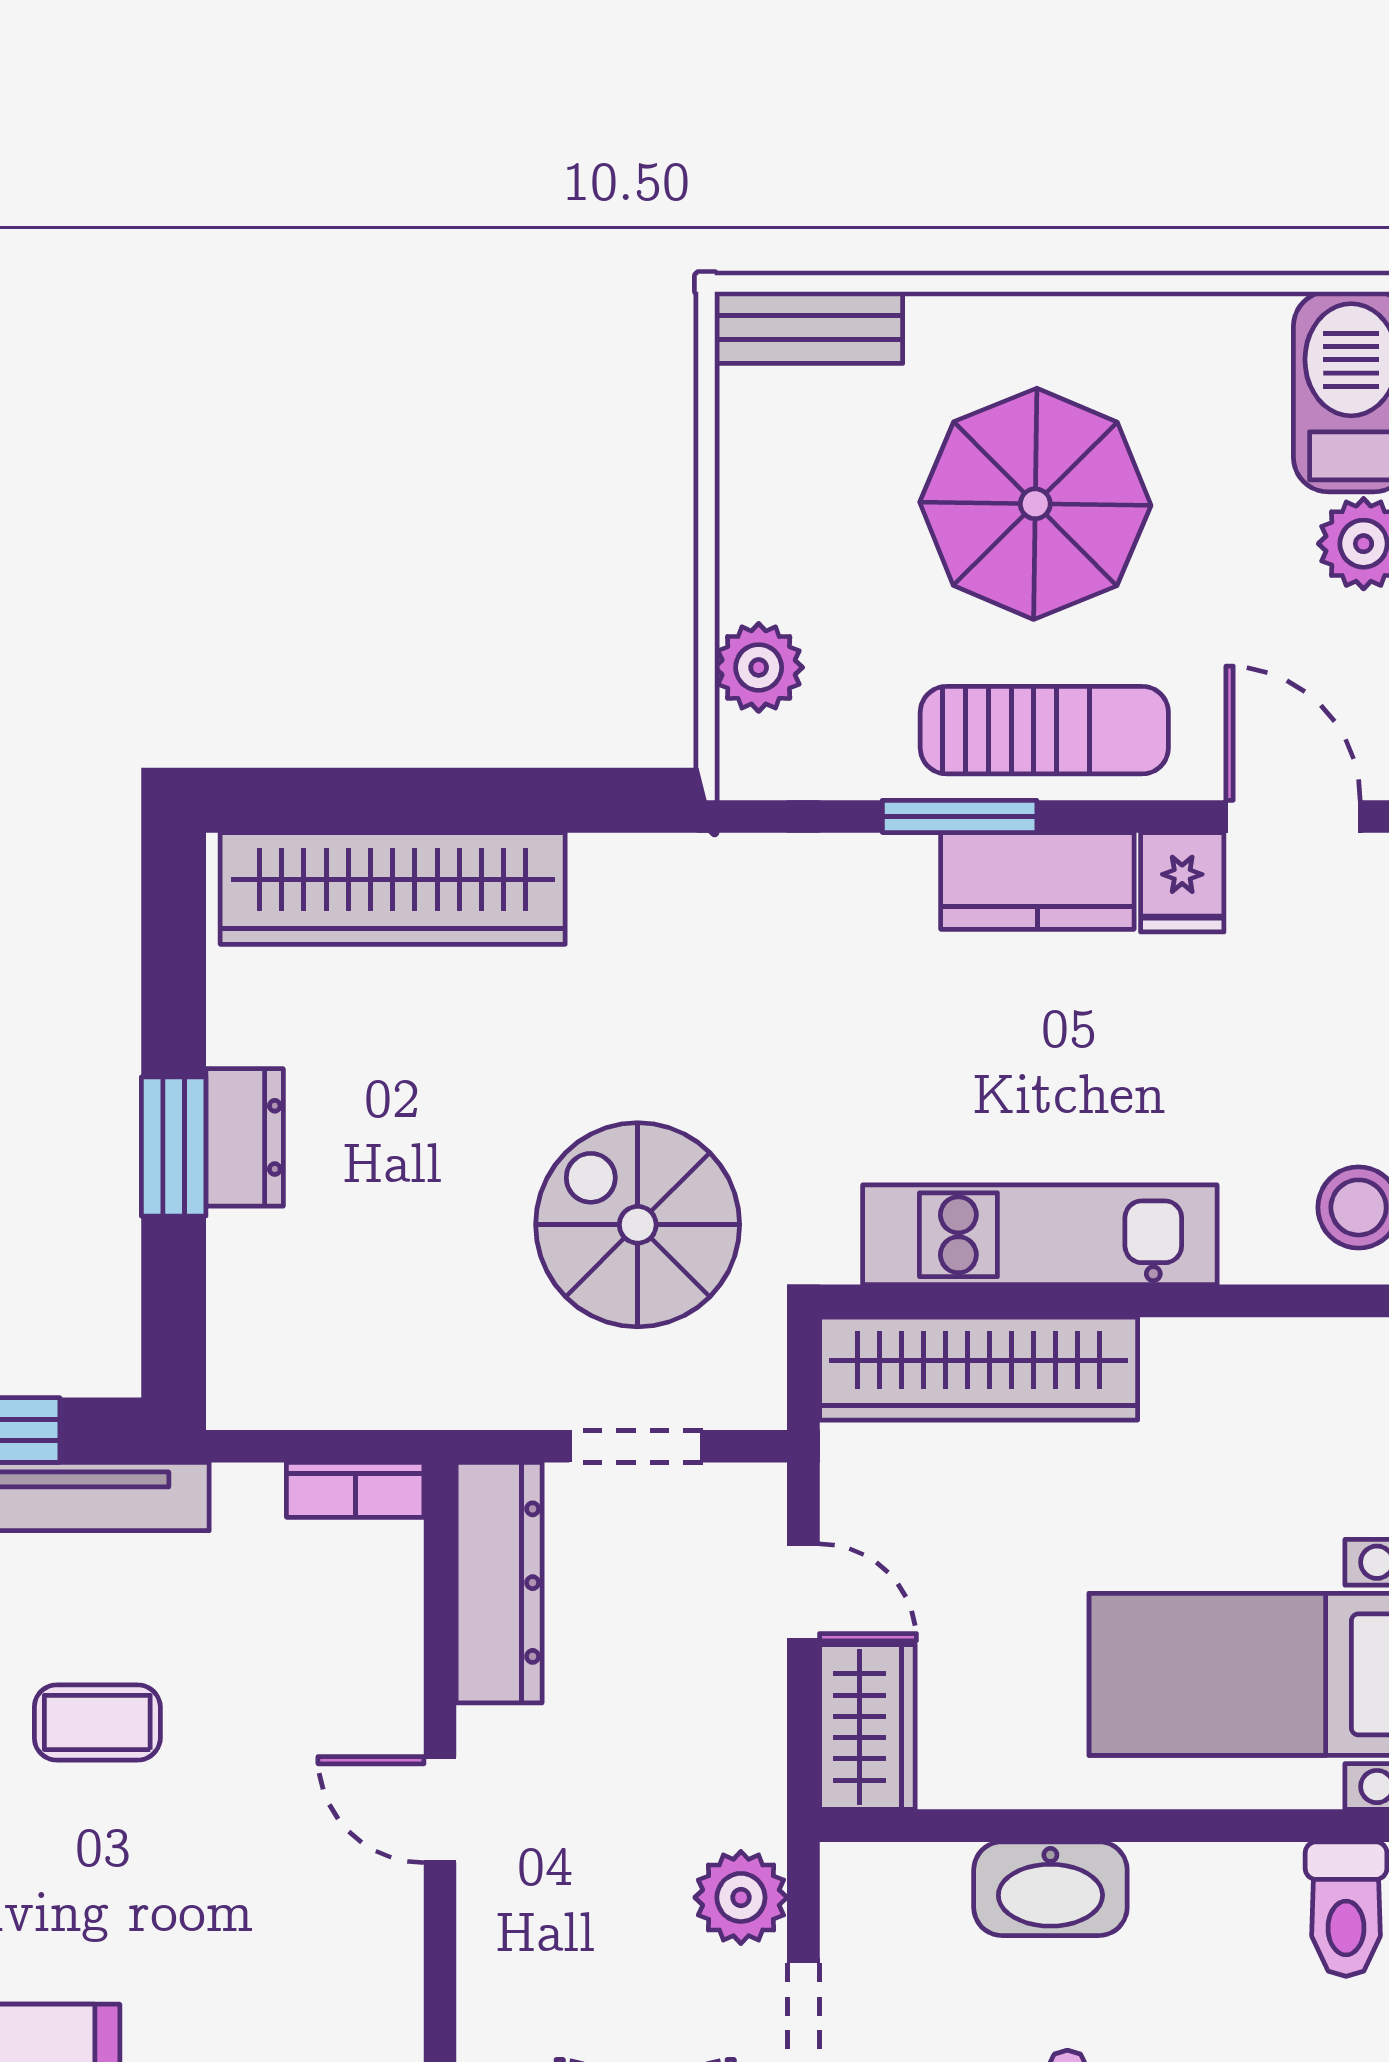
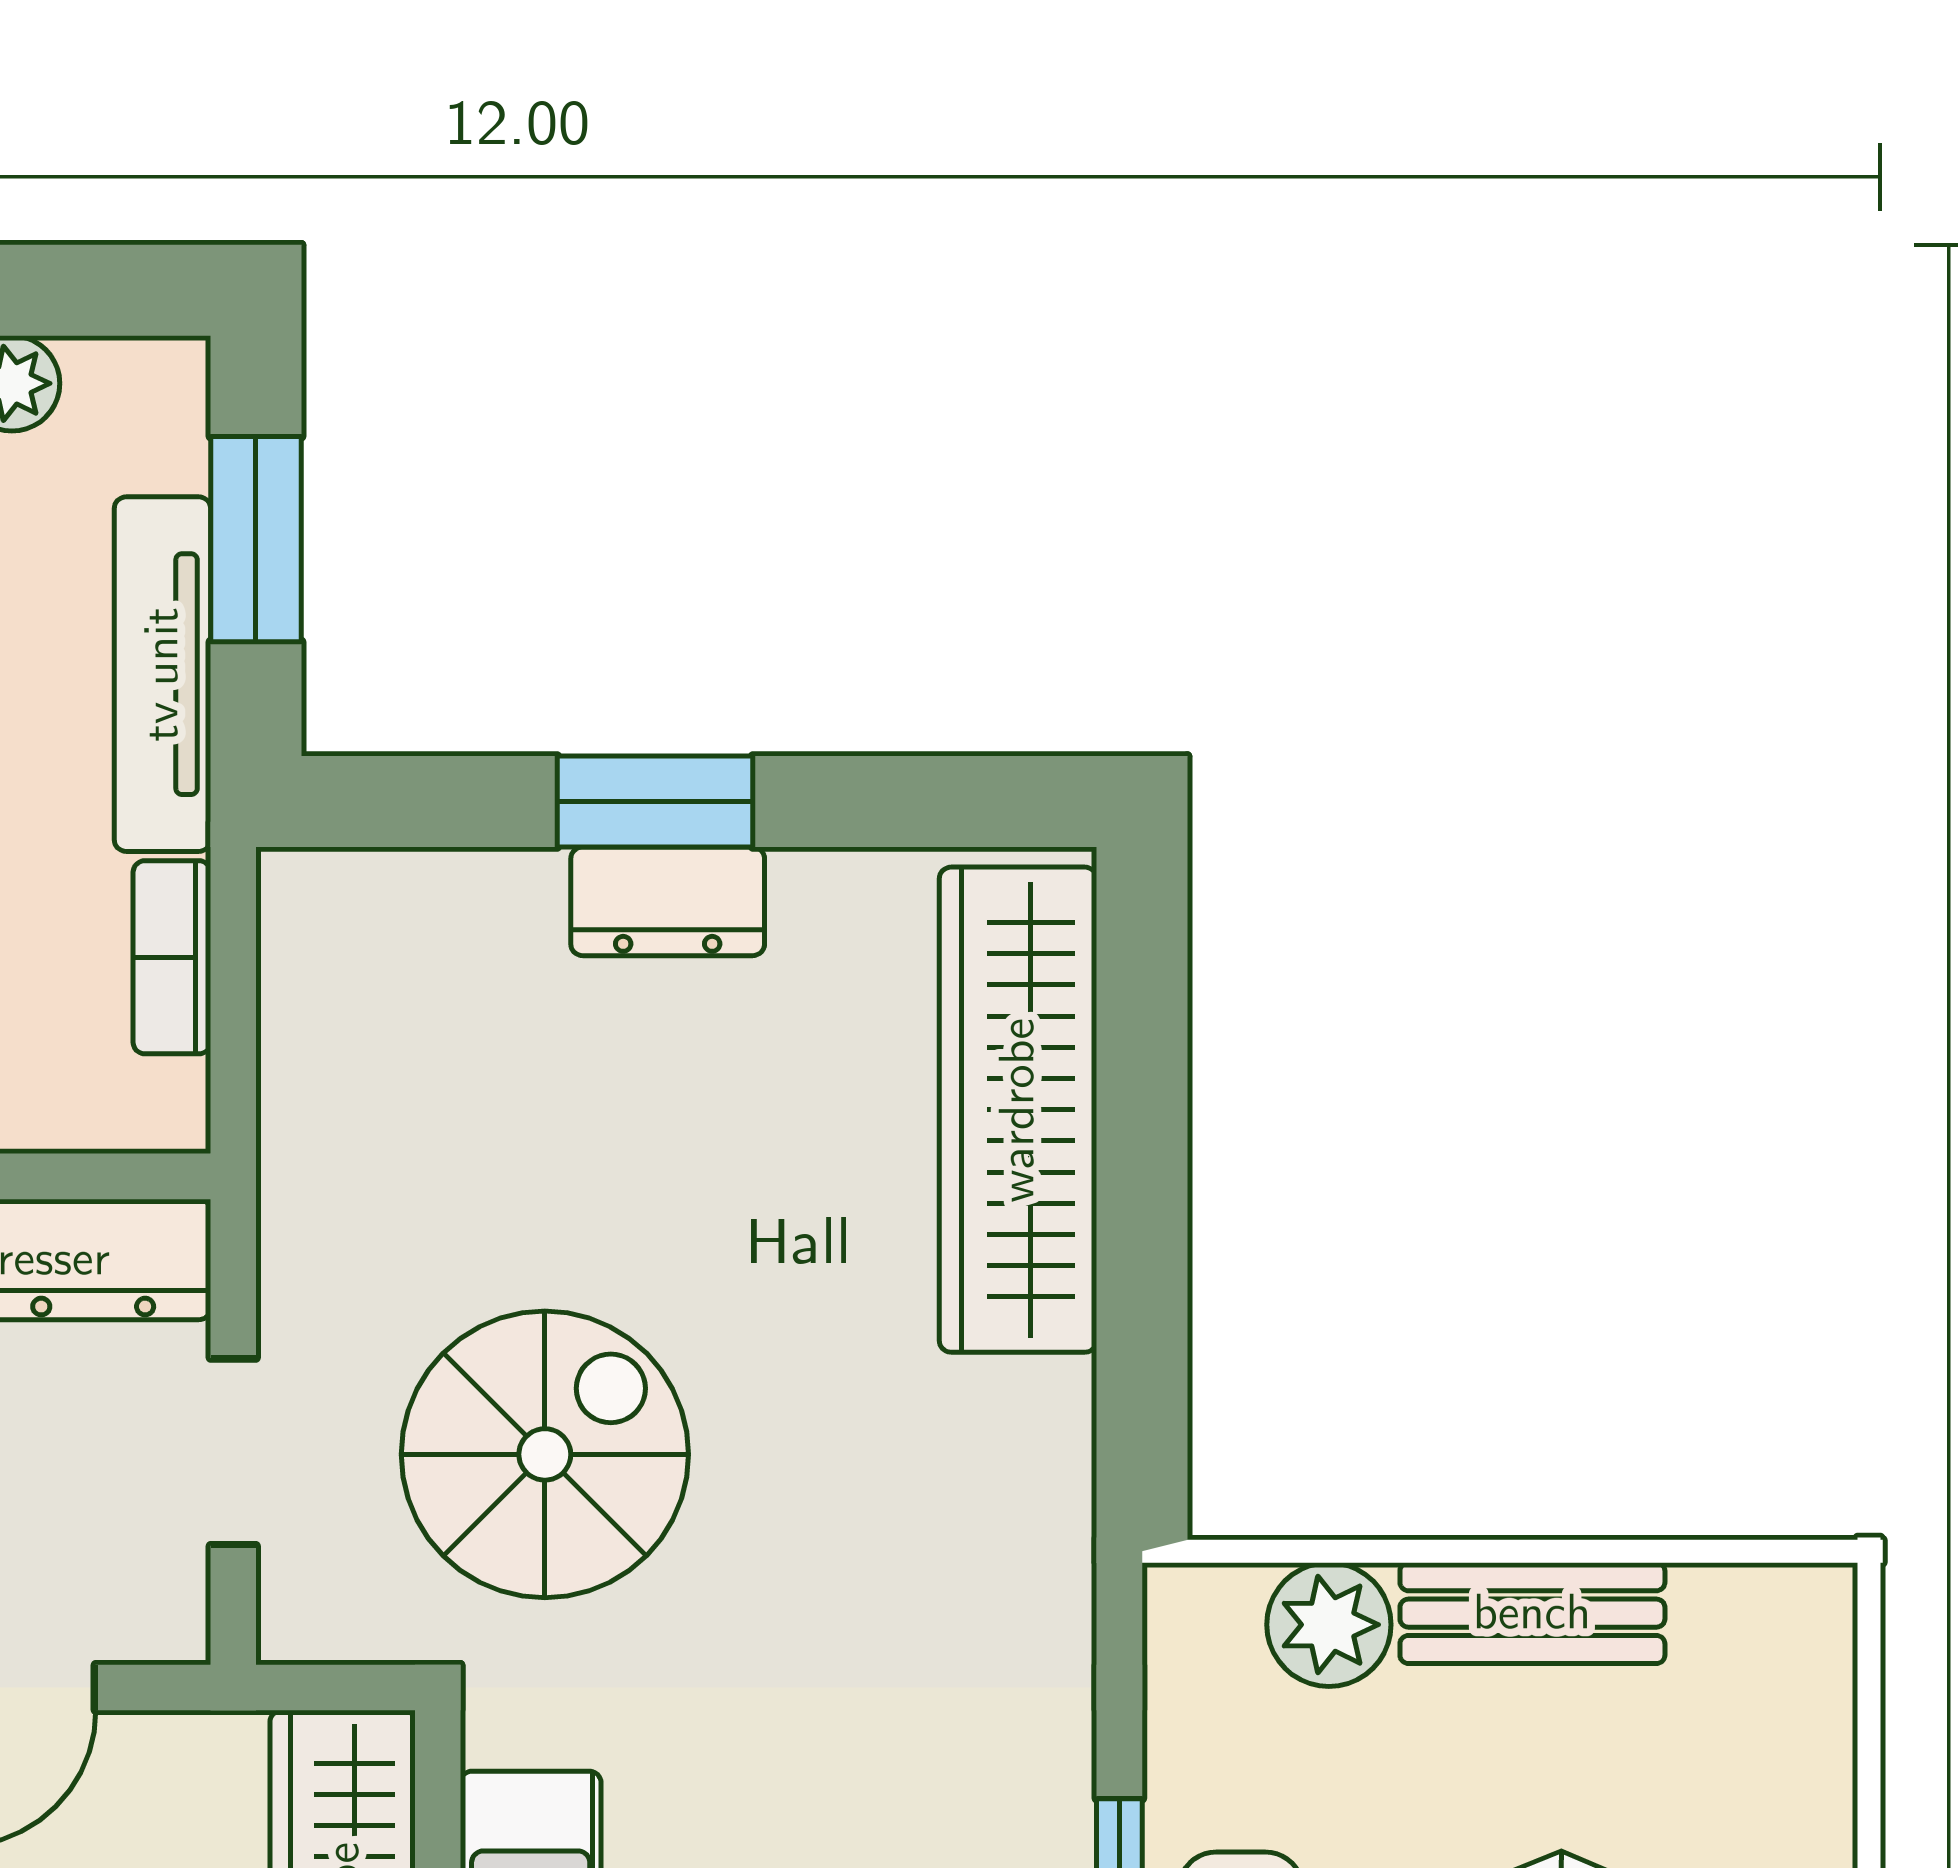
bench: (809, 328) -> (1532, 1613), moved, turned 90
bookcase: (355, 1490) -> (172, 957), moved

